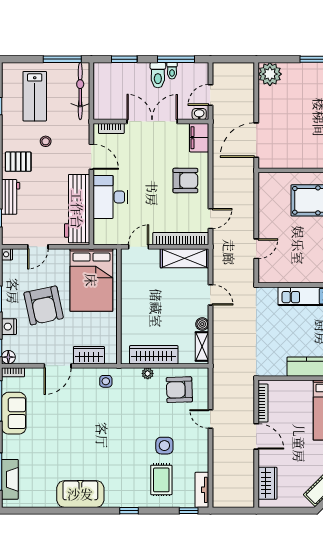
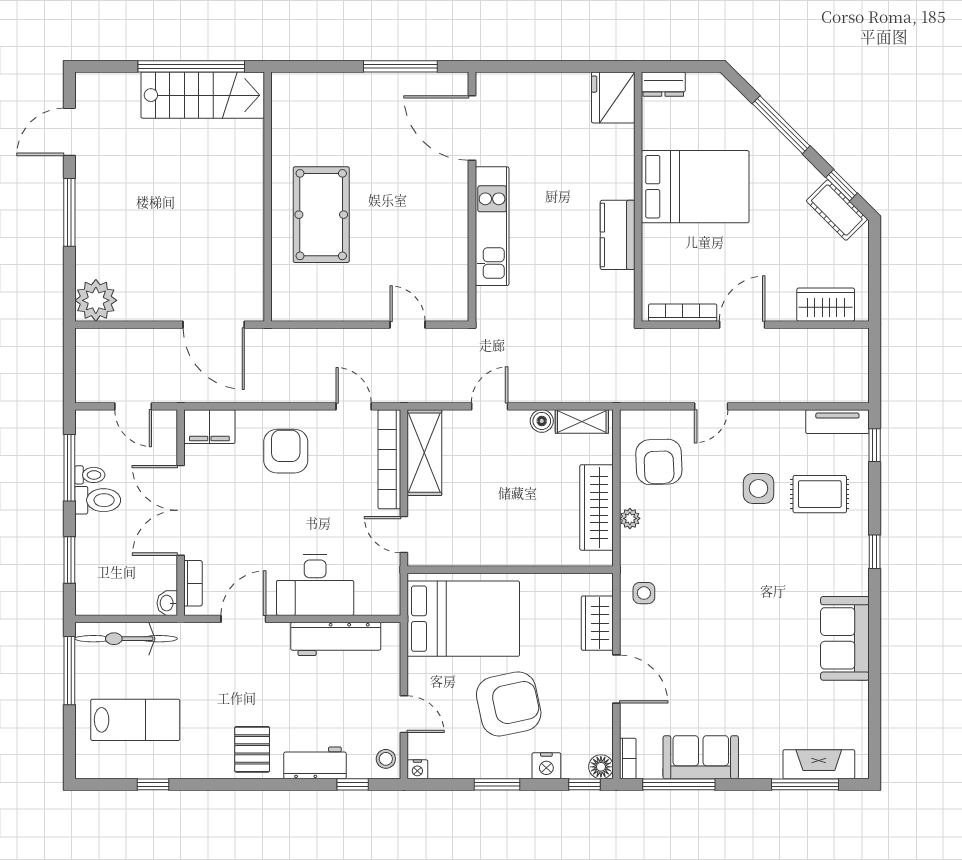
washbasin: (199, 114) -> (167, 603), moved
stool: (46, 141) -> (386, 759), moved
workbench: (77, 209) -> (336, 639), width x0.73, depth x0.76

